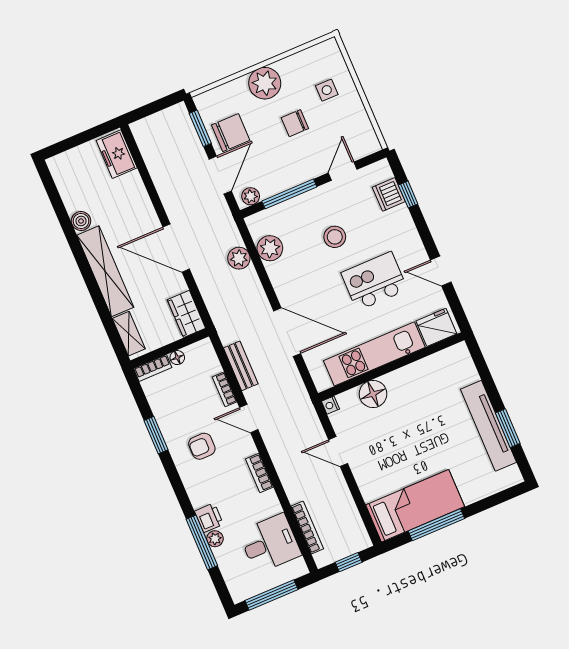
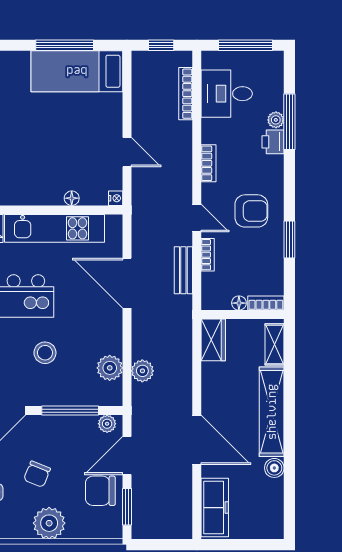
chair: (295, 123) -> (37, 474), turned 112
freezer: (117, 154) -> (215, 508), width x1.40
door: (176, 248) -> (197, 440), moved
floor lamp: (373, 394) -> (72, 198), width x0.53, depth x0.53
armchair: (202, 446) -> (251, 211), width x1.38, depth x1.38

